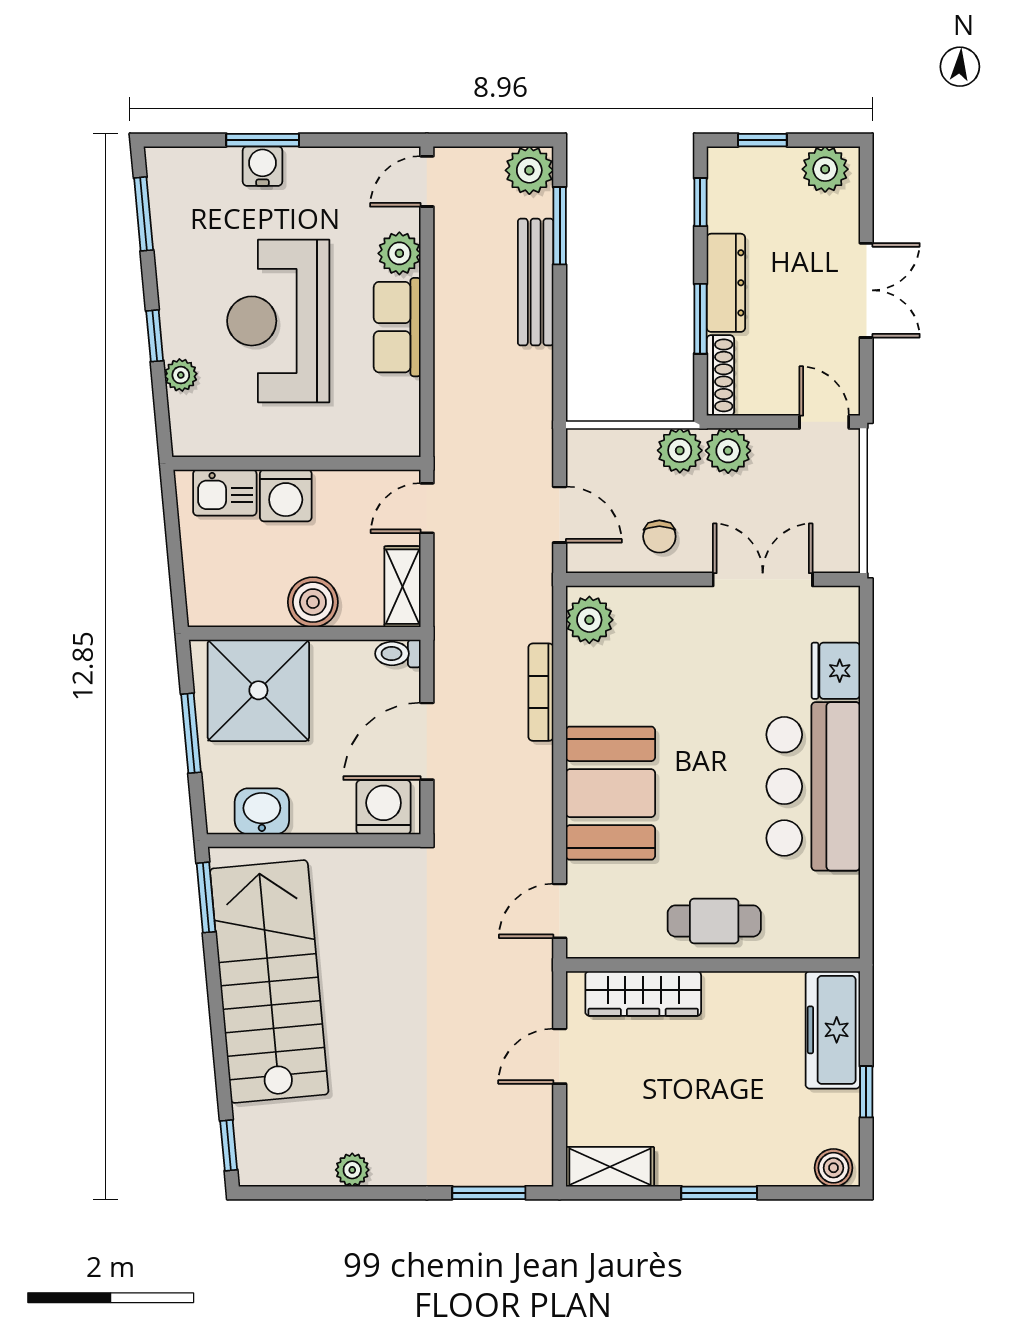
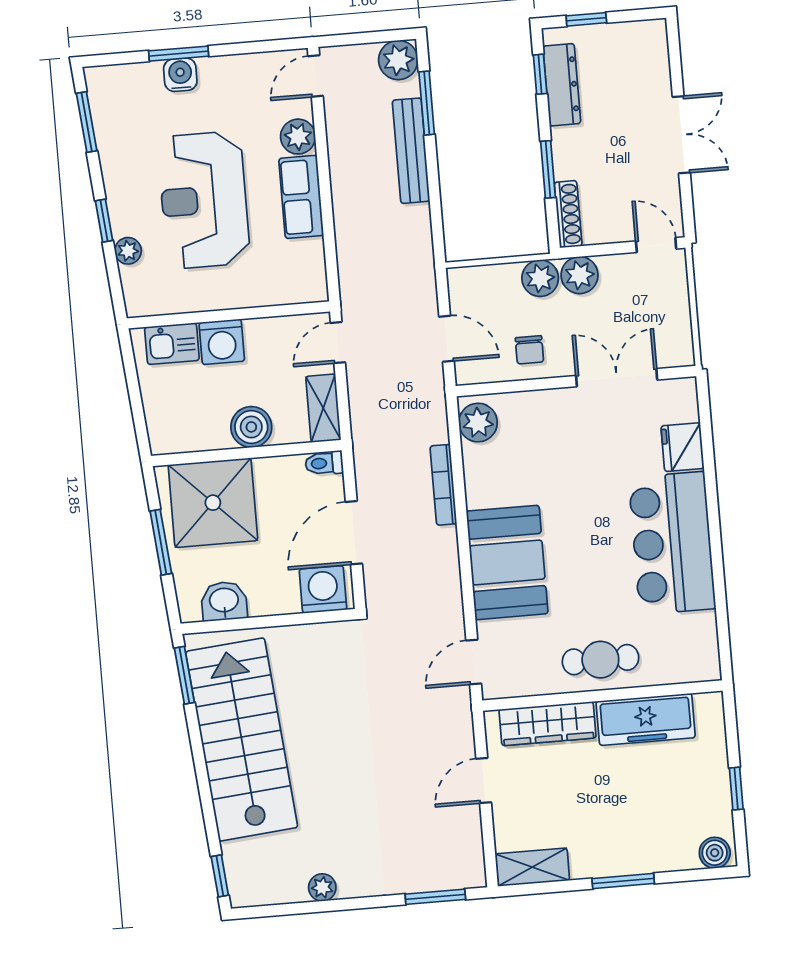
plant: (825, 169) -> (639, 39), removed
dresser: (726, 283) -> (562, 85), moved
freezer: (833, 1030) -> (646, 719), moved, turned -90

